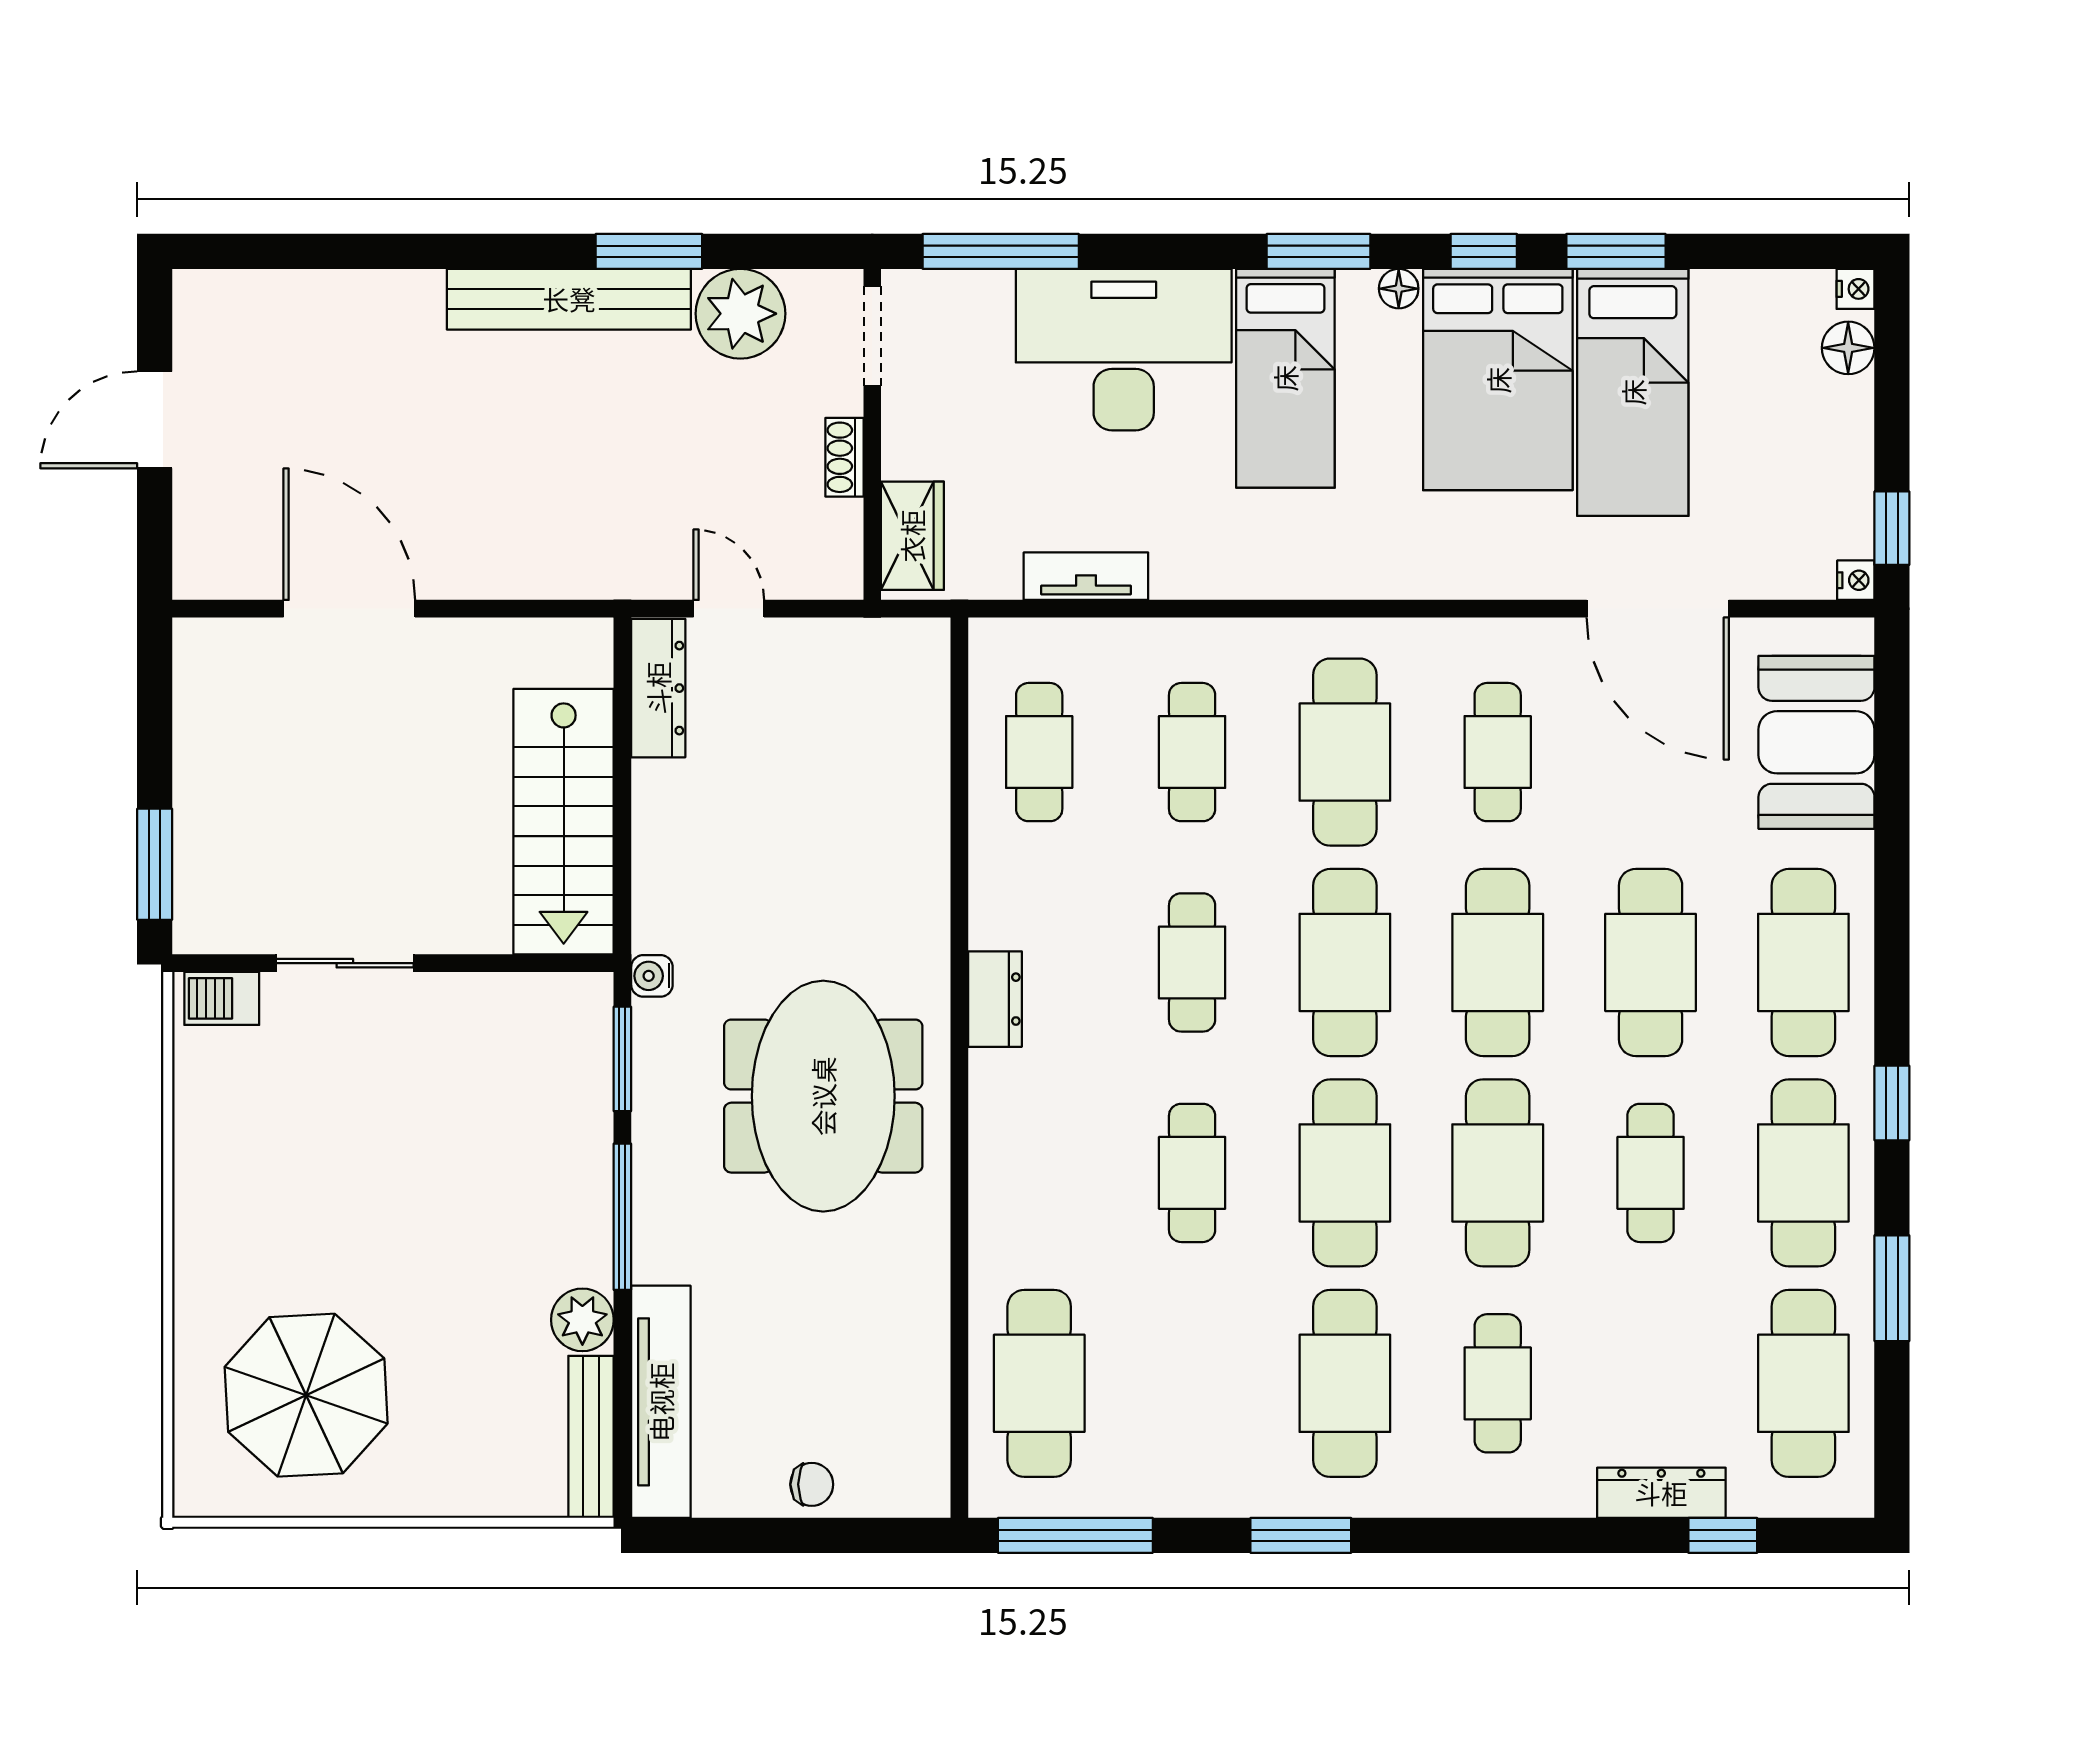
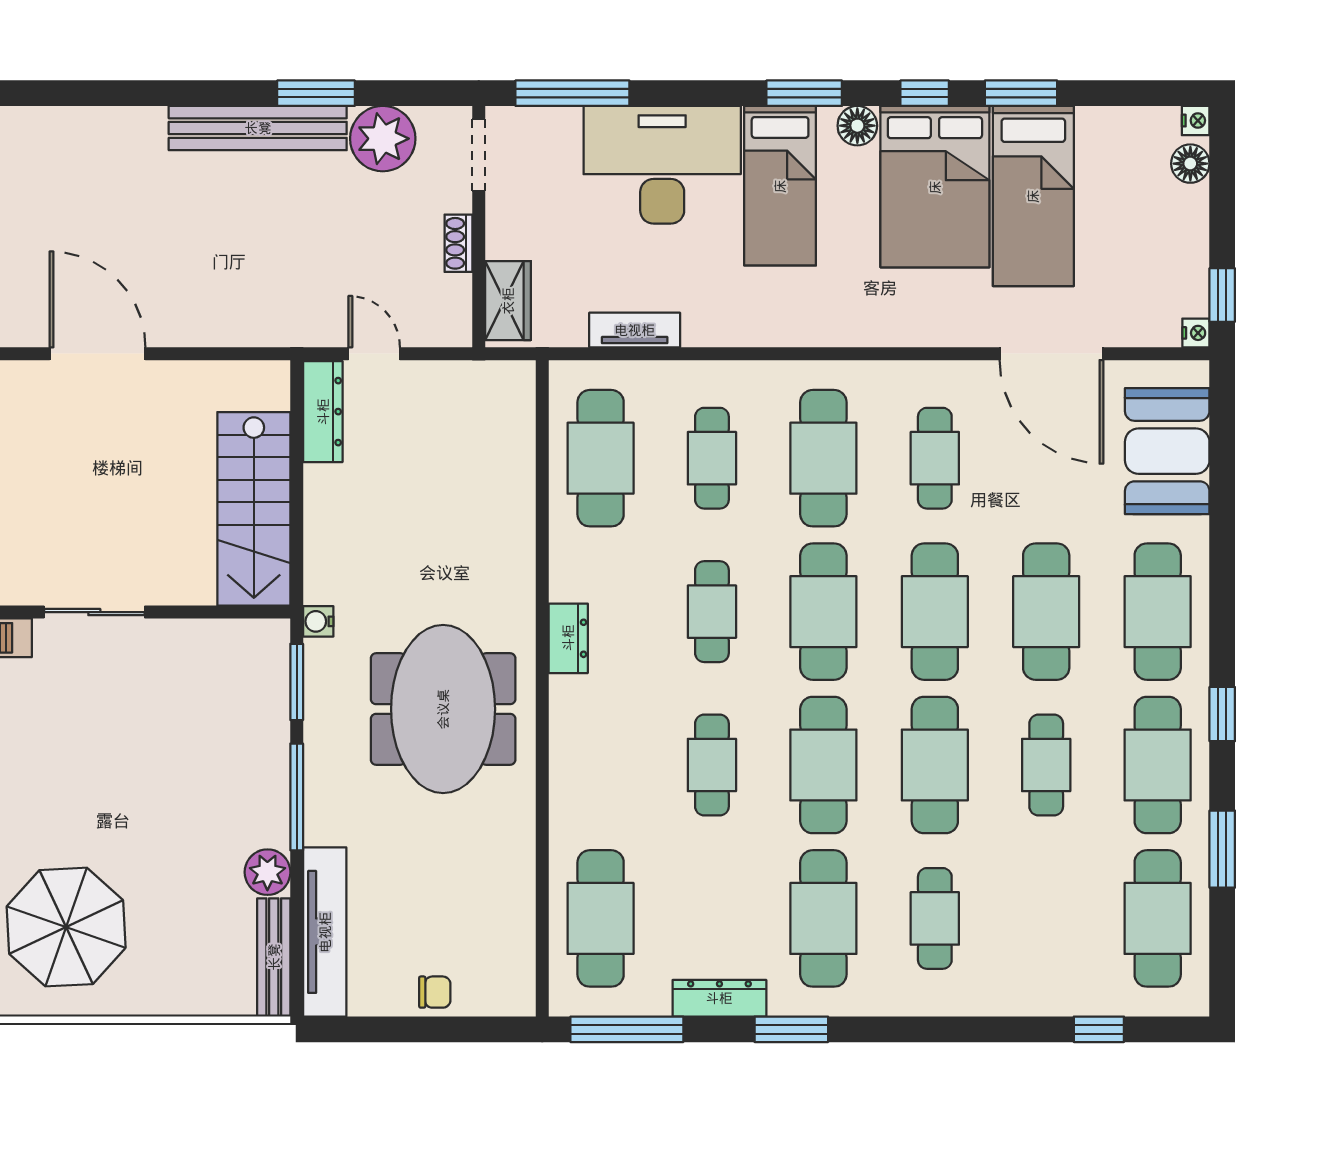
floor lamp: (1399, 289) -> (857, 126), width x1.37, depth x1.37
cafe table: (1039, 752) -> (601, 458), width x1.37, depth x1.35
dresser: (1661, 1493) -> (719, 998), moved

